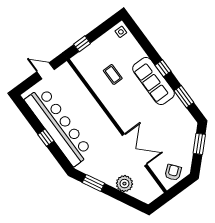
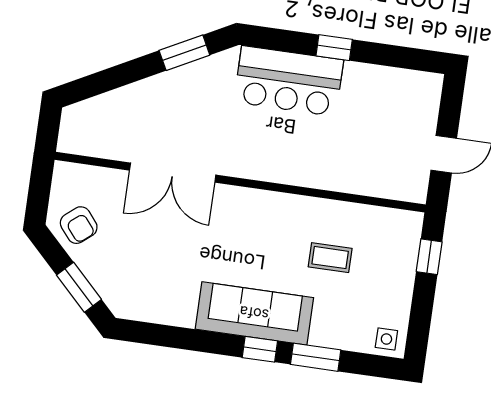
window: (184, 97) -> (316, 357), moved
bar counter: (59, 126) -> (289, 81), width x0.54
armchair: (173, 172) -> (79, 225), moved
plant: (124, 184) -> (134, 102), removed

